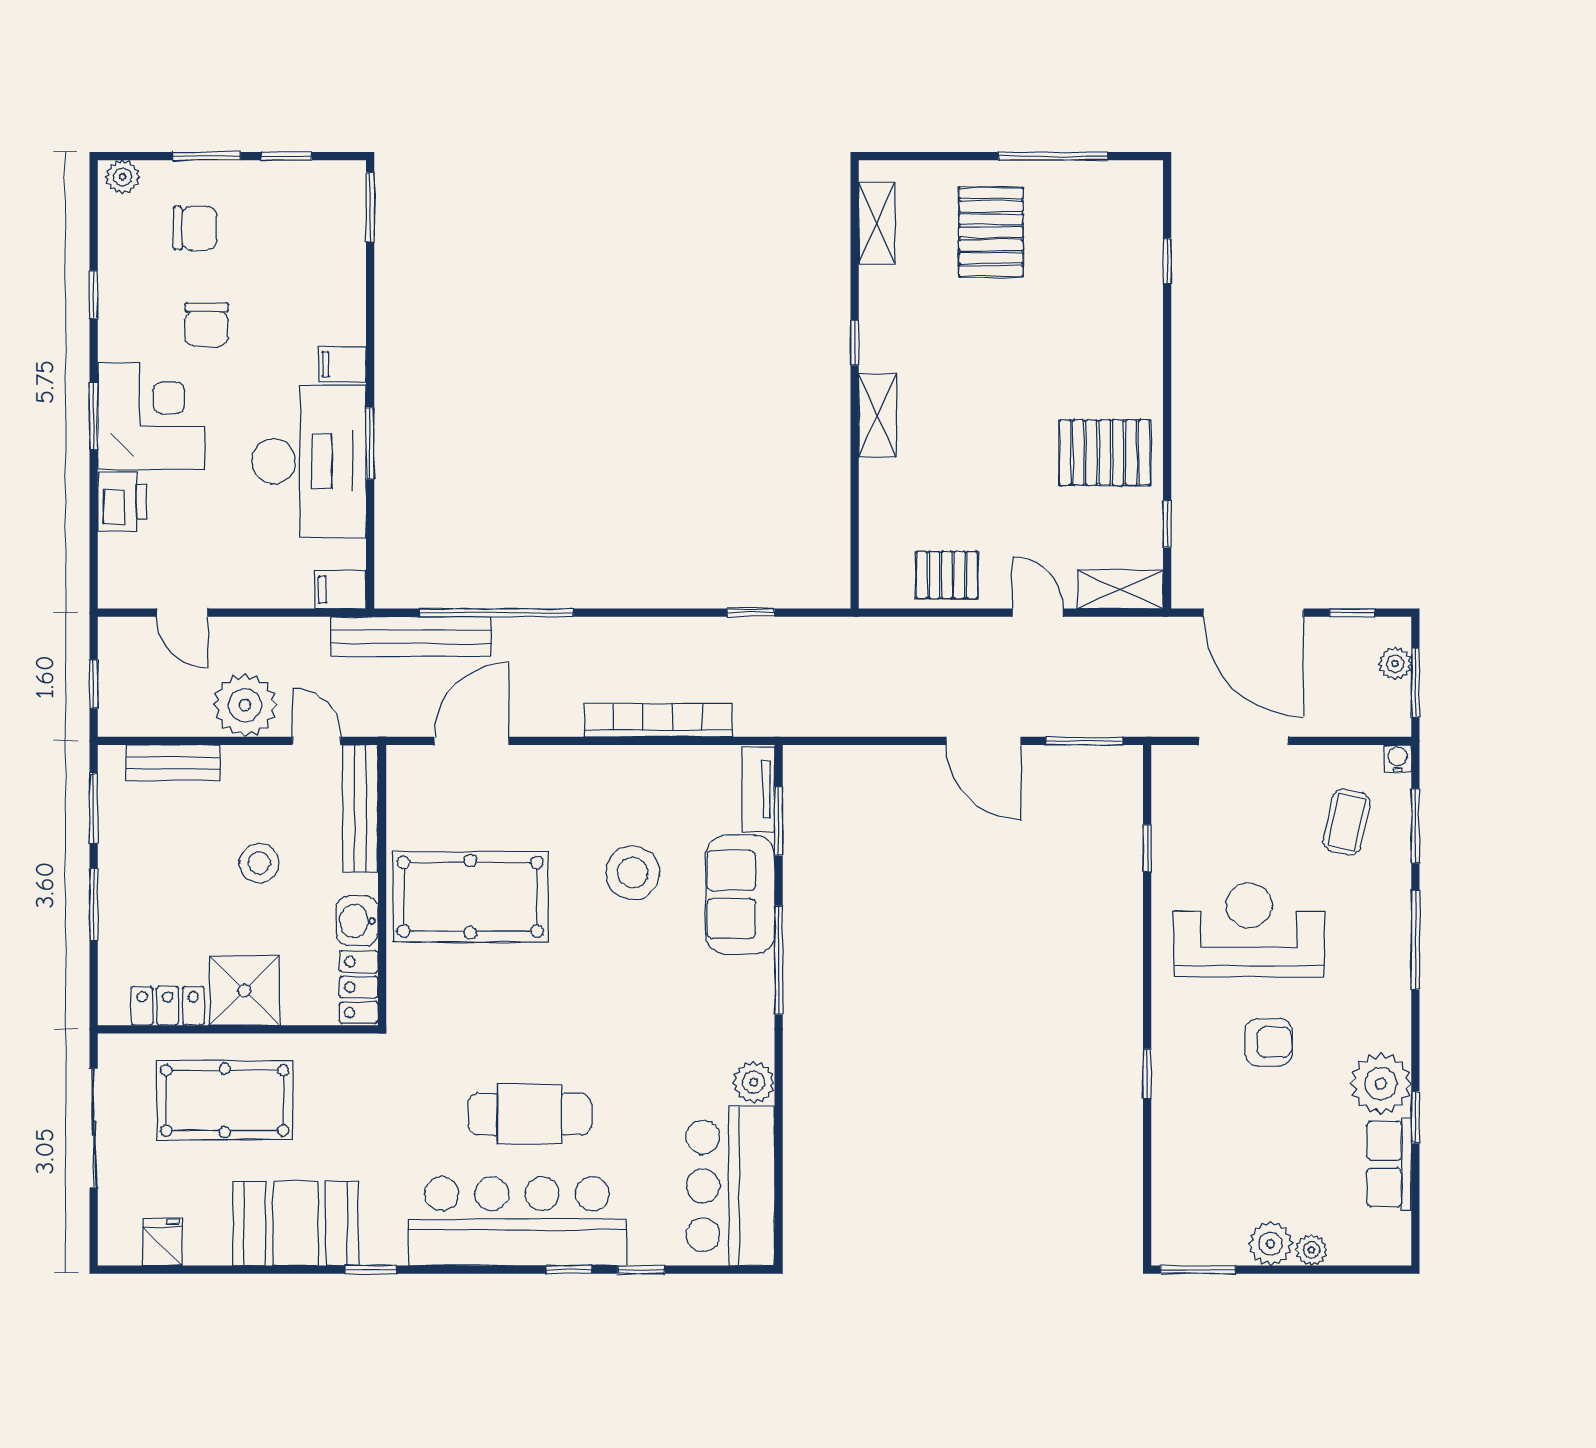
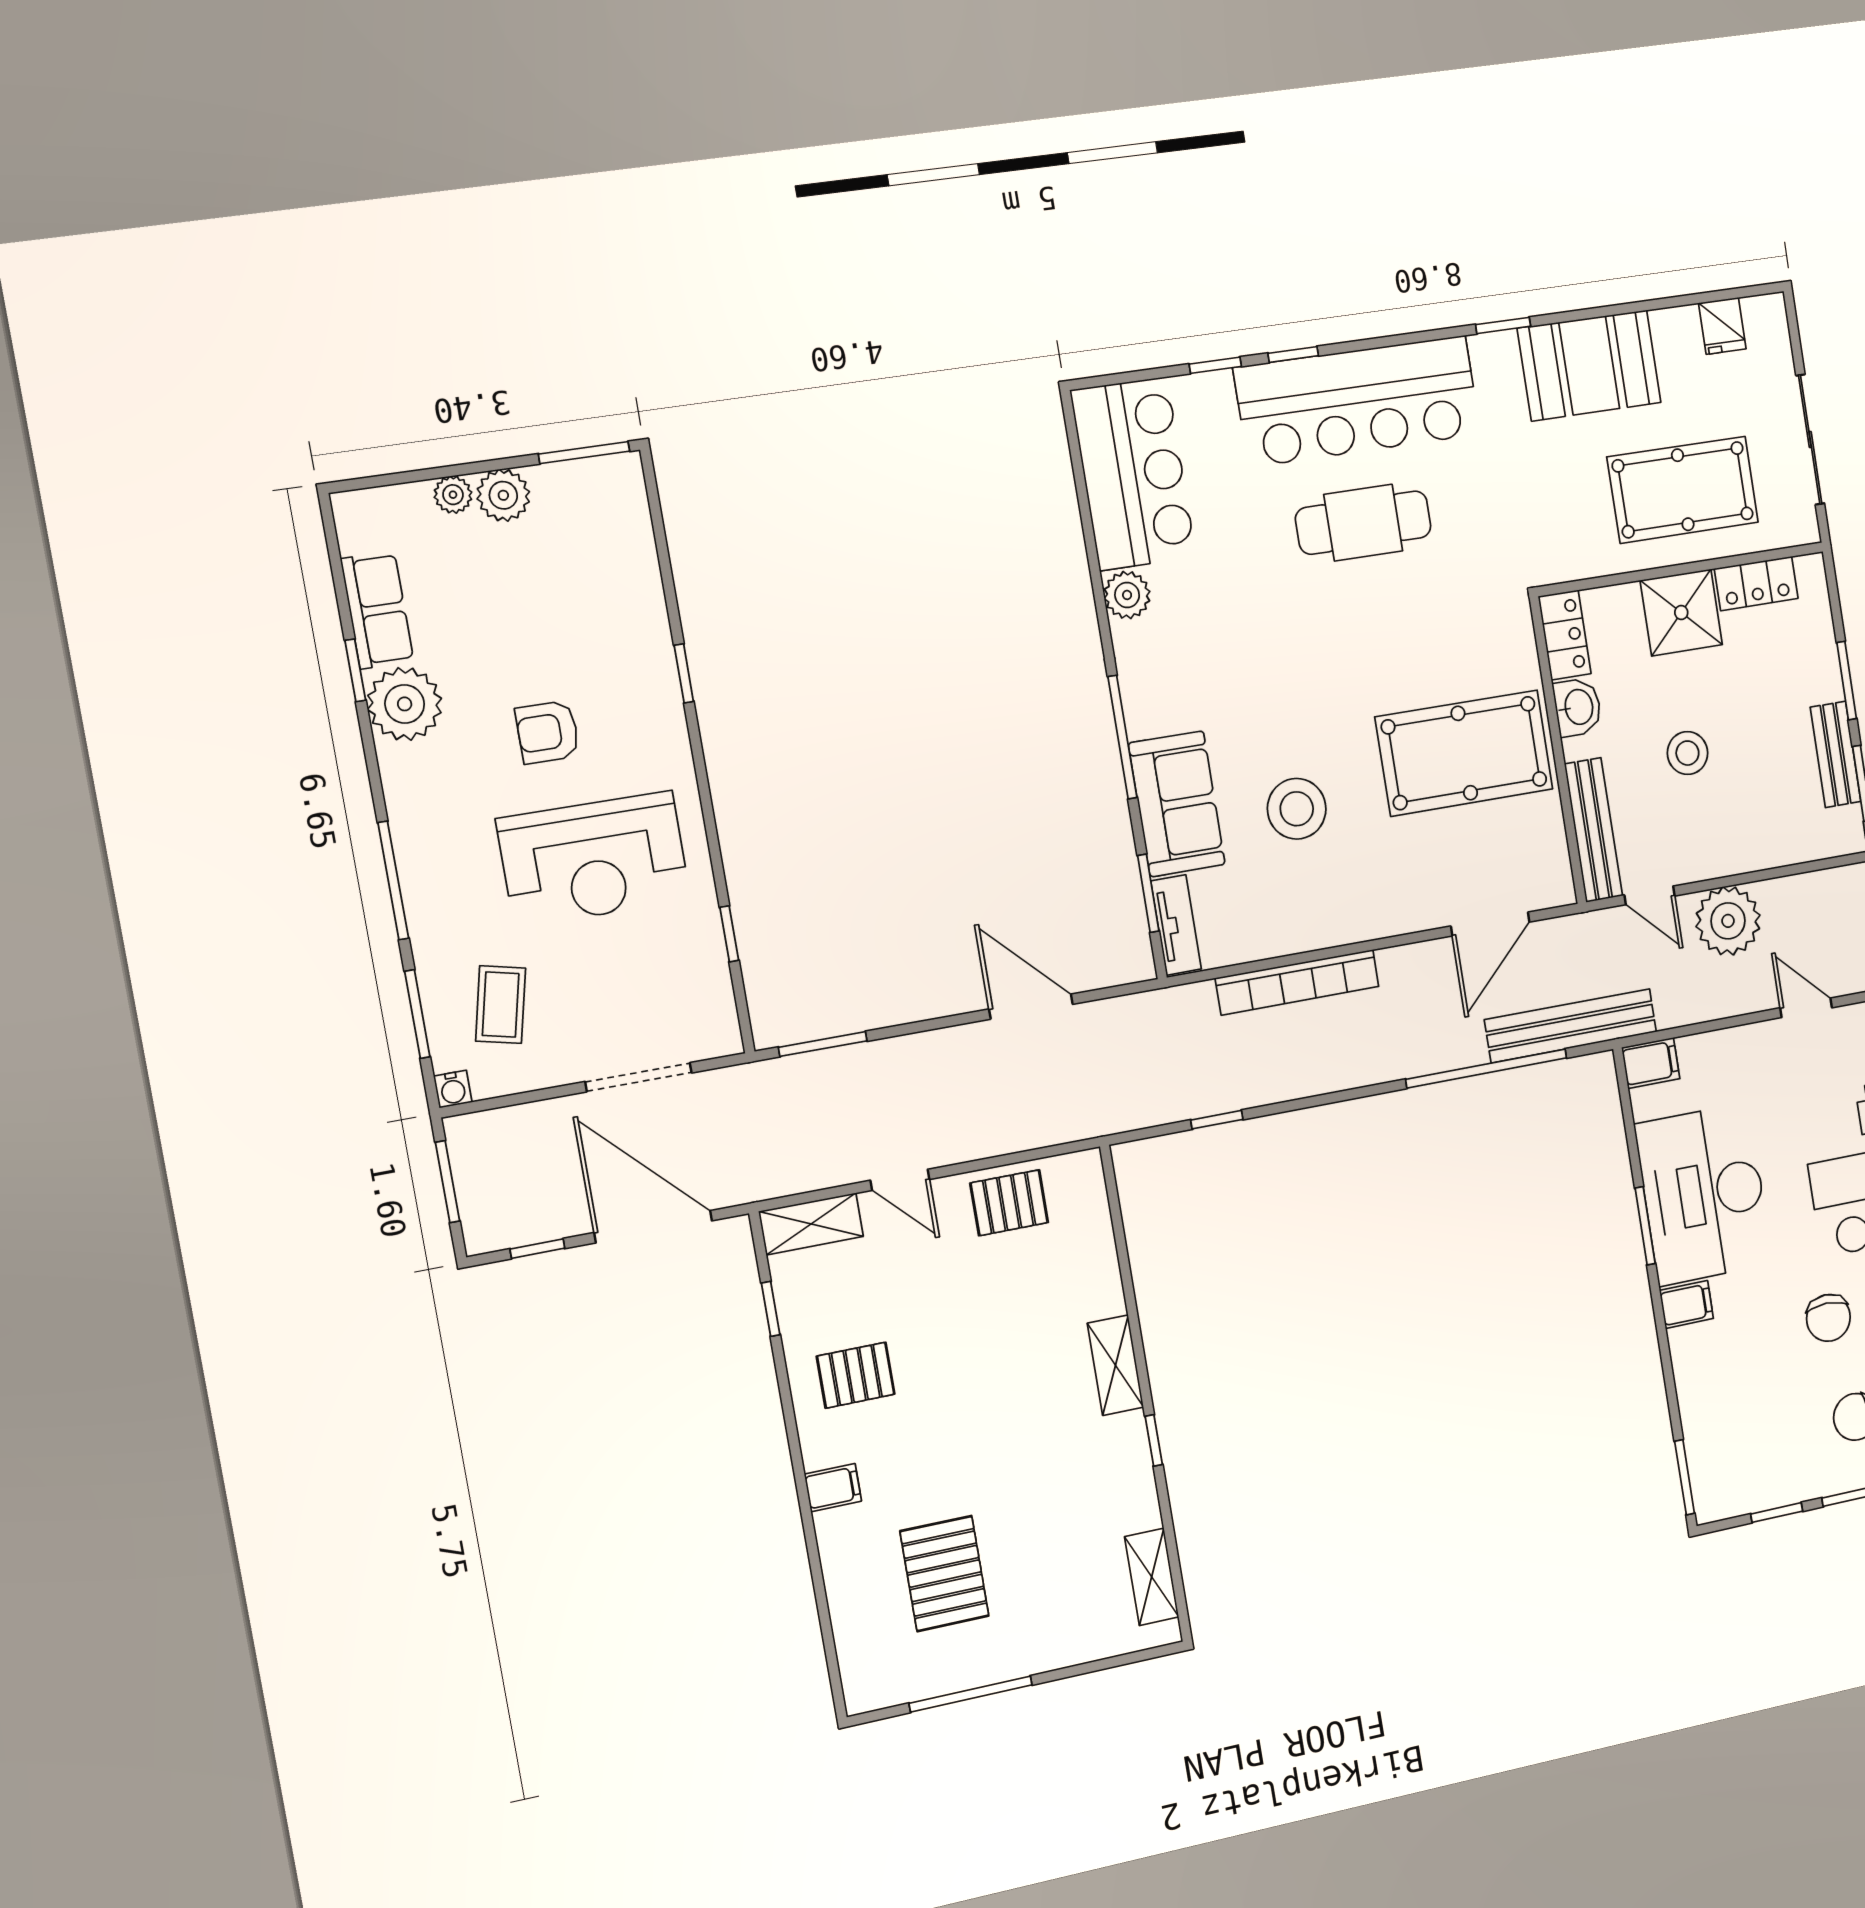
pallet: (991, 232) -> (944, 1574), moved
window: (1167, 261) -> (822, 1605), removed
chair: (207, 325) -> (1828, 1318), turned 180
filing cabinet: (1141, 360) -> (833, 1488), added
pallet: (1105, 453) -> (856, 1375), width x0.67, depth x0.71
plant: (1395, 664) -> (476, 1199), removed
door: (984, 741) -> (1031, 1007), moved
bench: (173, 763) -> (1835, 754), moved, turned 90

